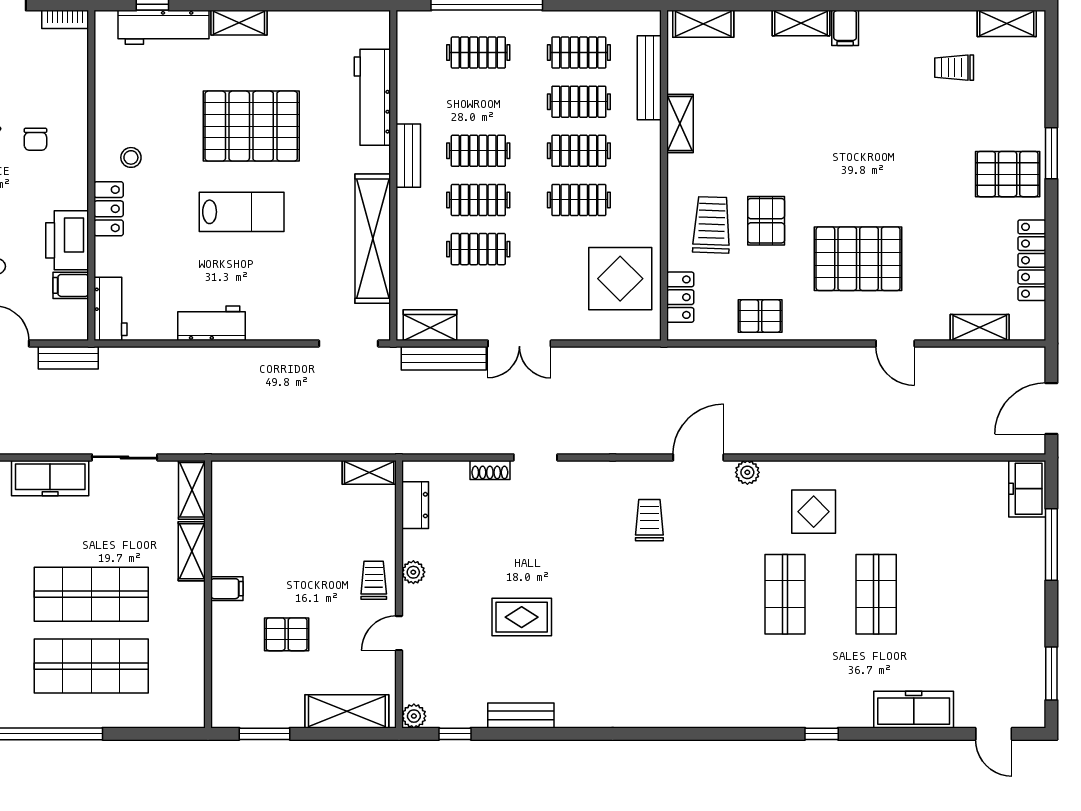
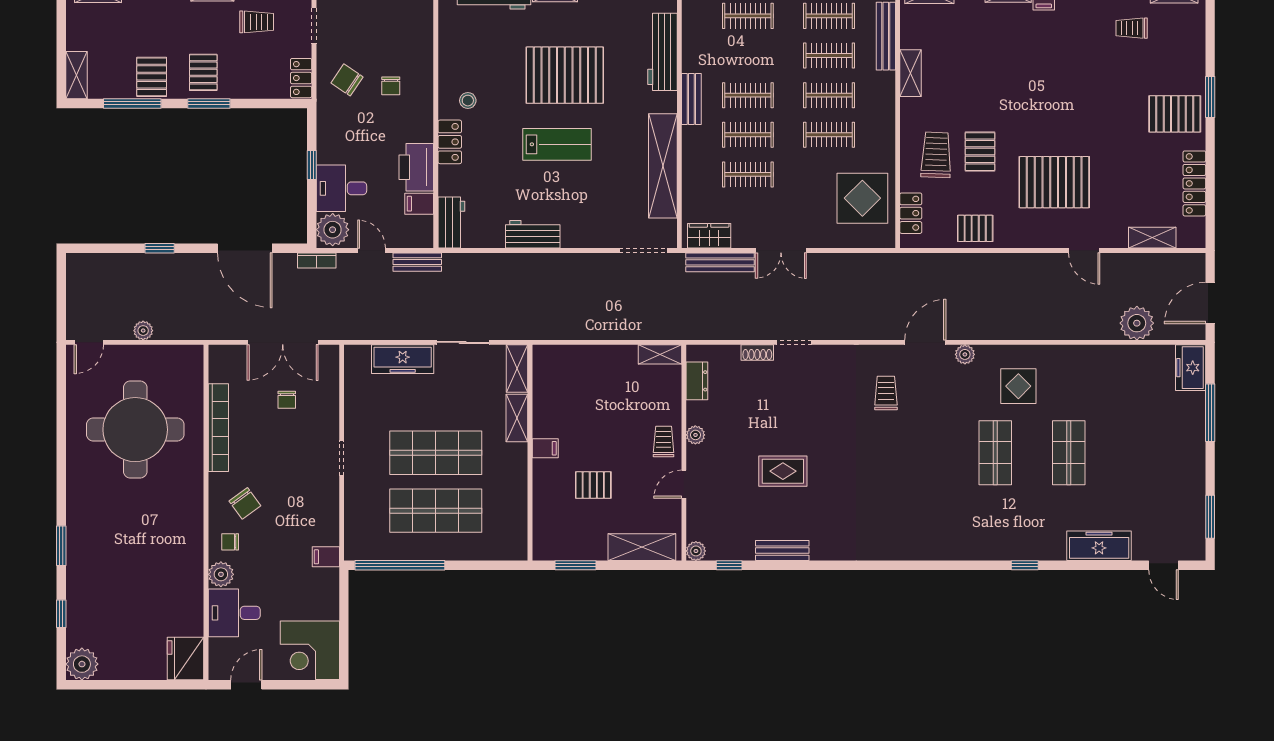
plant: (960, 434) -> (1137, 323), added

